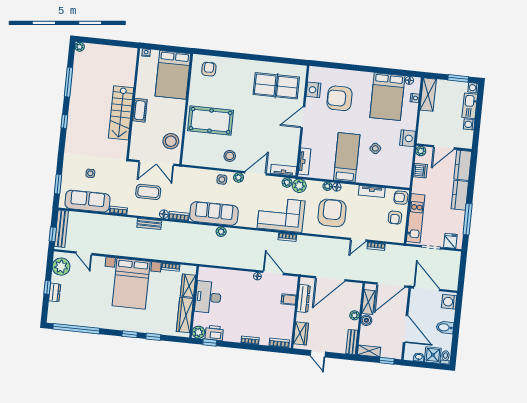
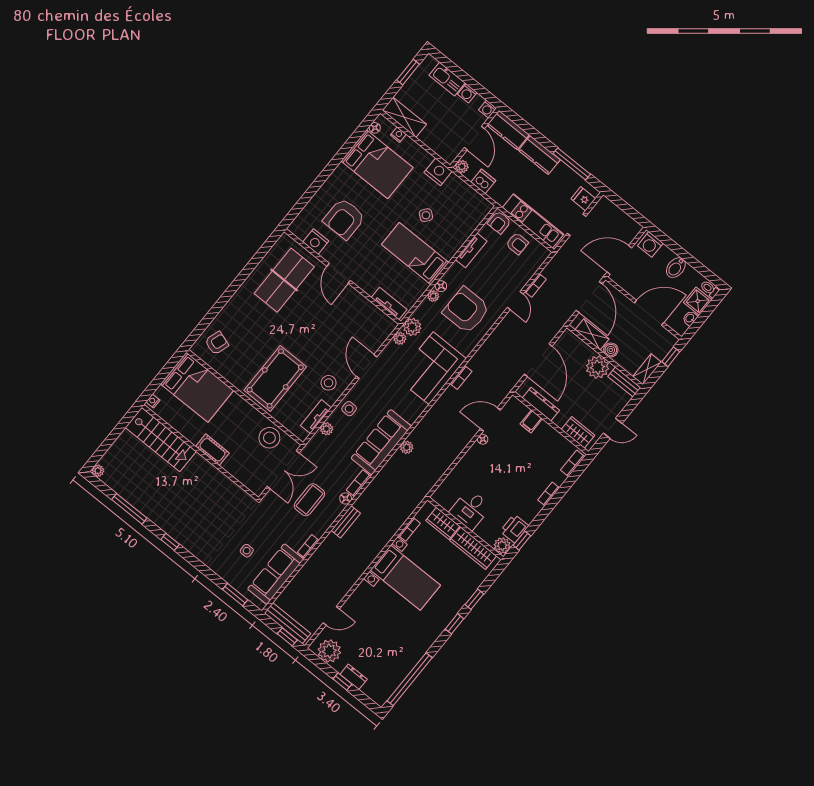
armchair: (209, 69) -> (217, 343), turned 108
washing machine: (473, 88) -> (488, 109), moved
stairs: (121, 113) -> (161, 439), moved
tv unit: (284, 170) -> (316, 417), moved
plant: (239, 178) -> (327, 429), moved
bed with nightstands: (131, 284) -> (405, 578), width x0.73
desk: (208, 297) -> (470, 509), width x0.73
plant: (355, 315) -> (598, 367), width x1.88, depth x1.88

